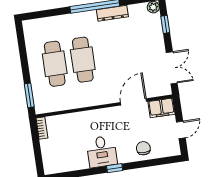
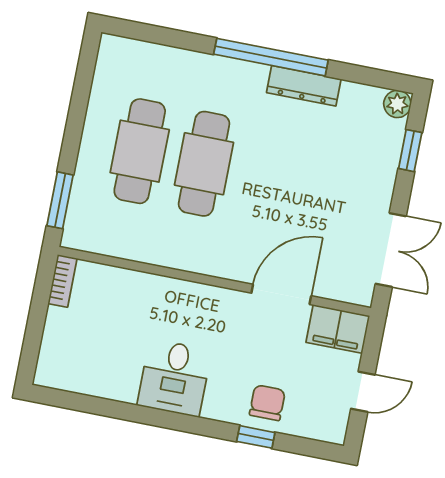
window: (115, 168) -> (256, 437), moved

